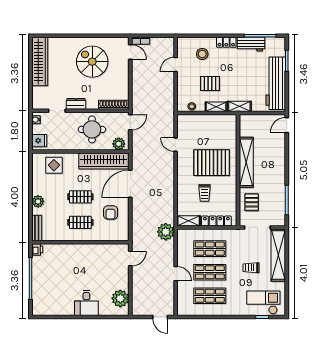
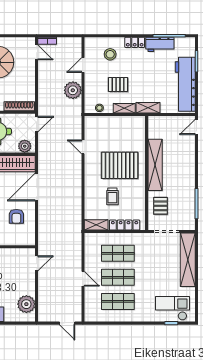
plant: (166, 232) -> (73, 90), moved
trolley: (251, 268) -> (160, 273), removed

